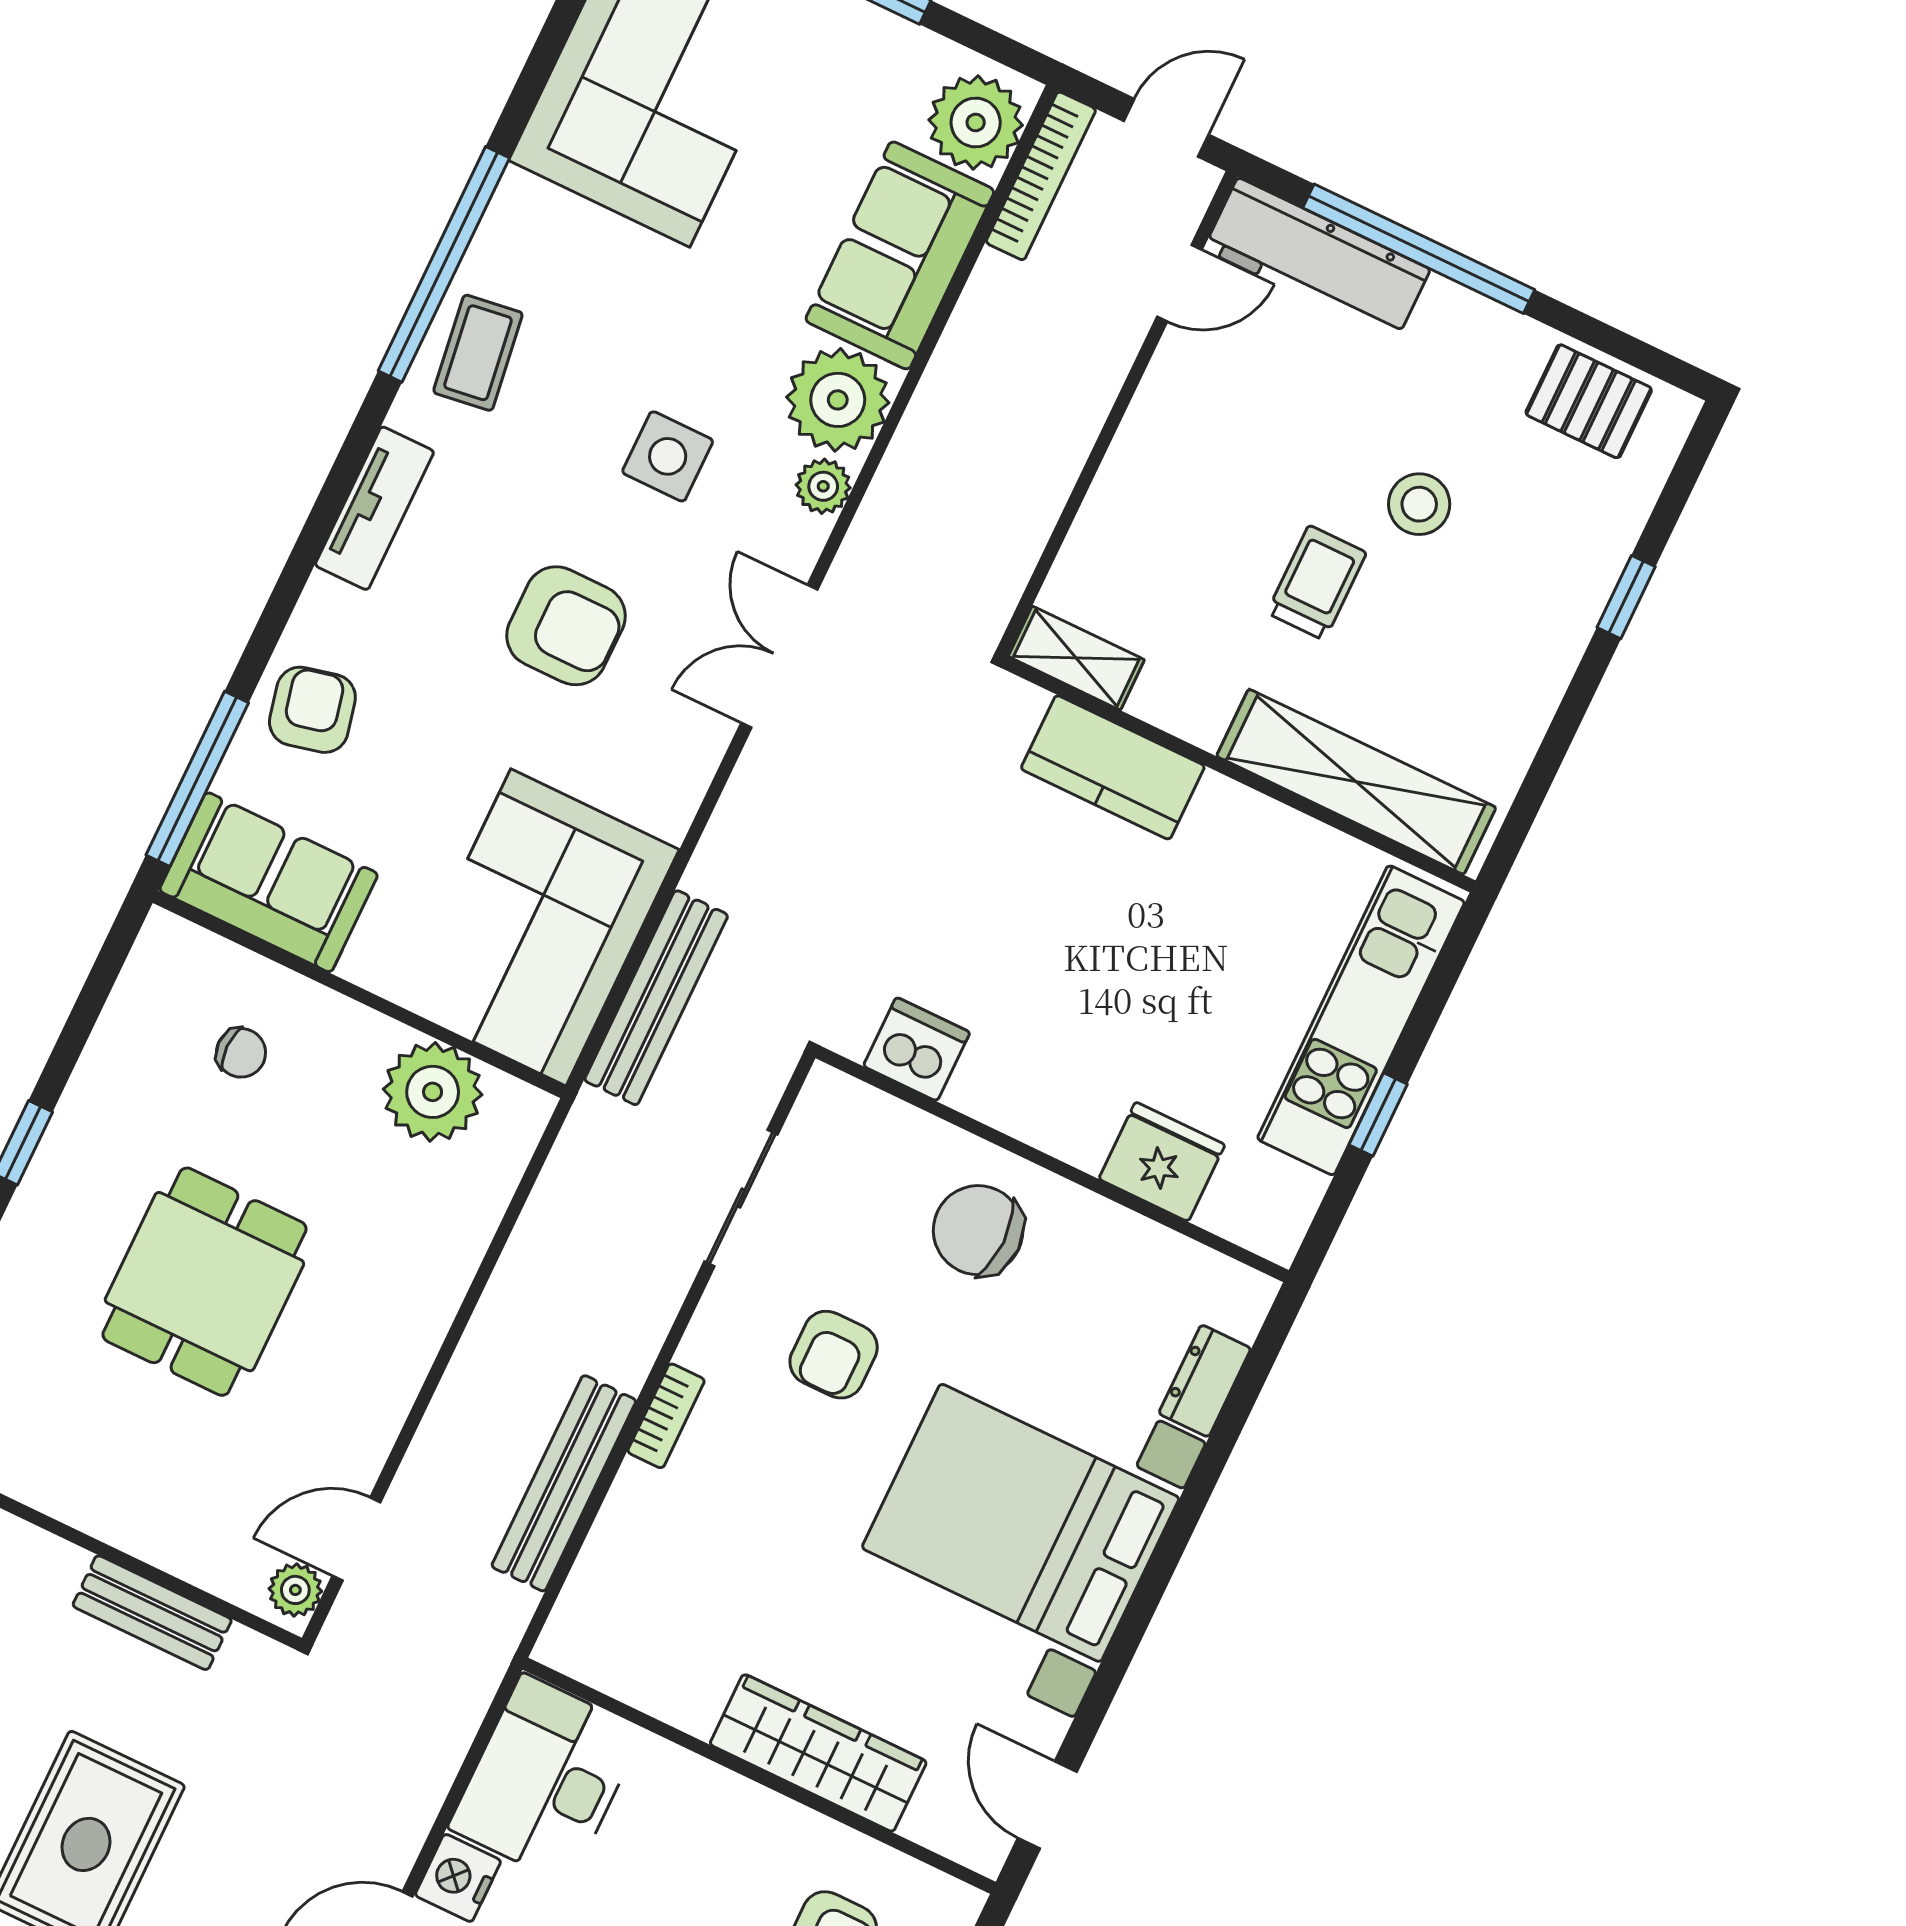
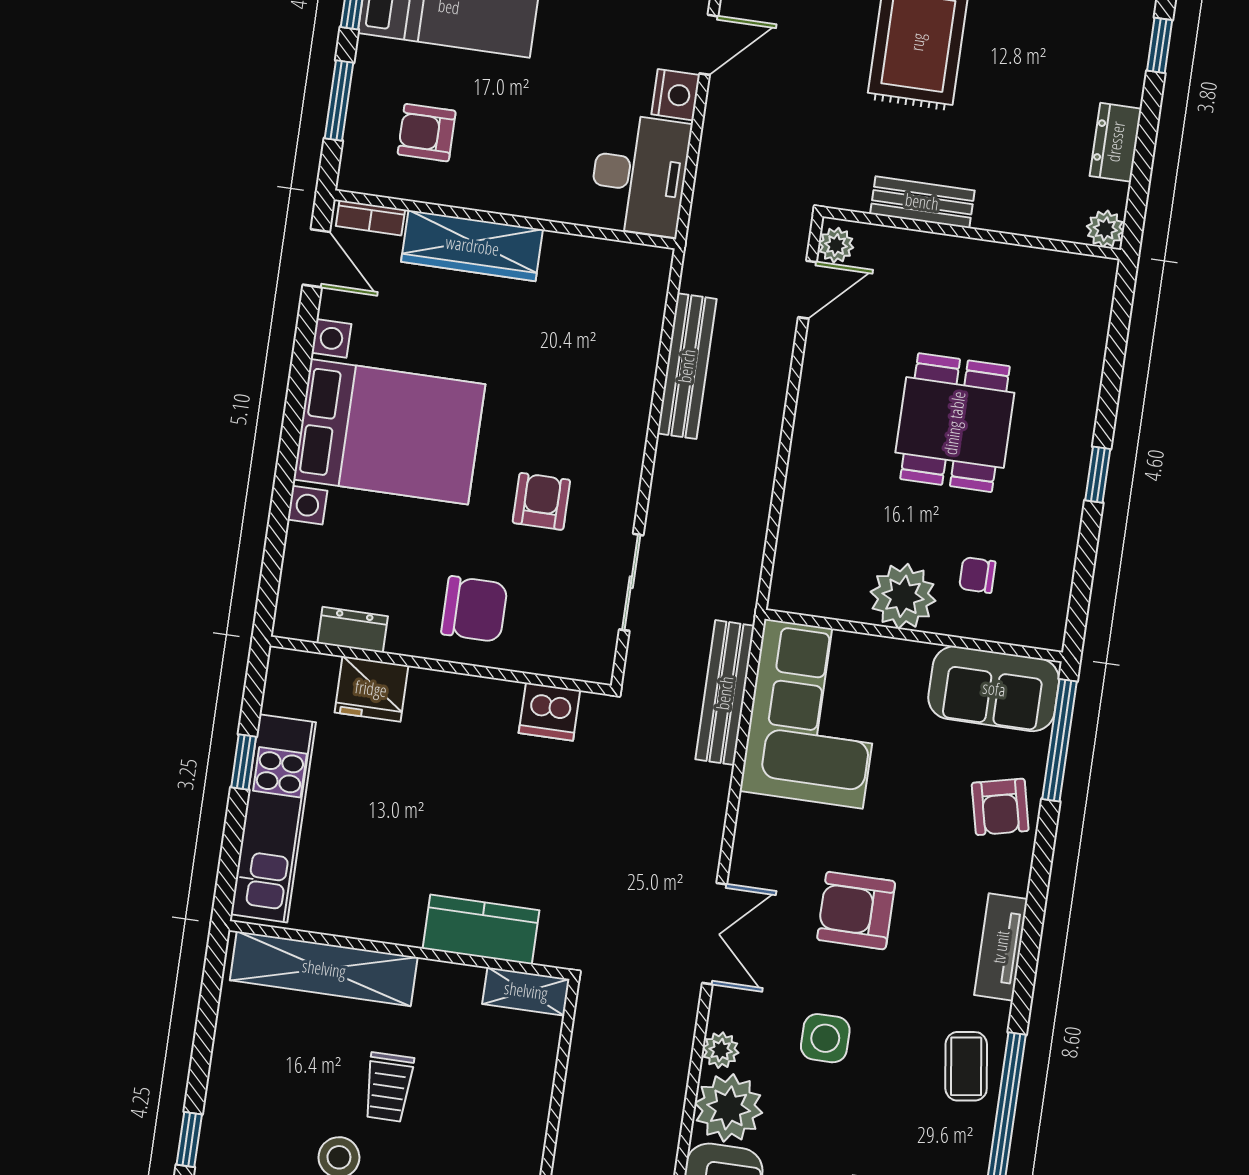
plant: (433, 1092) -> (903, 596), moved
dresser: (1205, 1381) -> (353, 630), moved, turned -90
bookcase: (666, 1416) -> (370, 218), moved, turned -90

